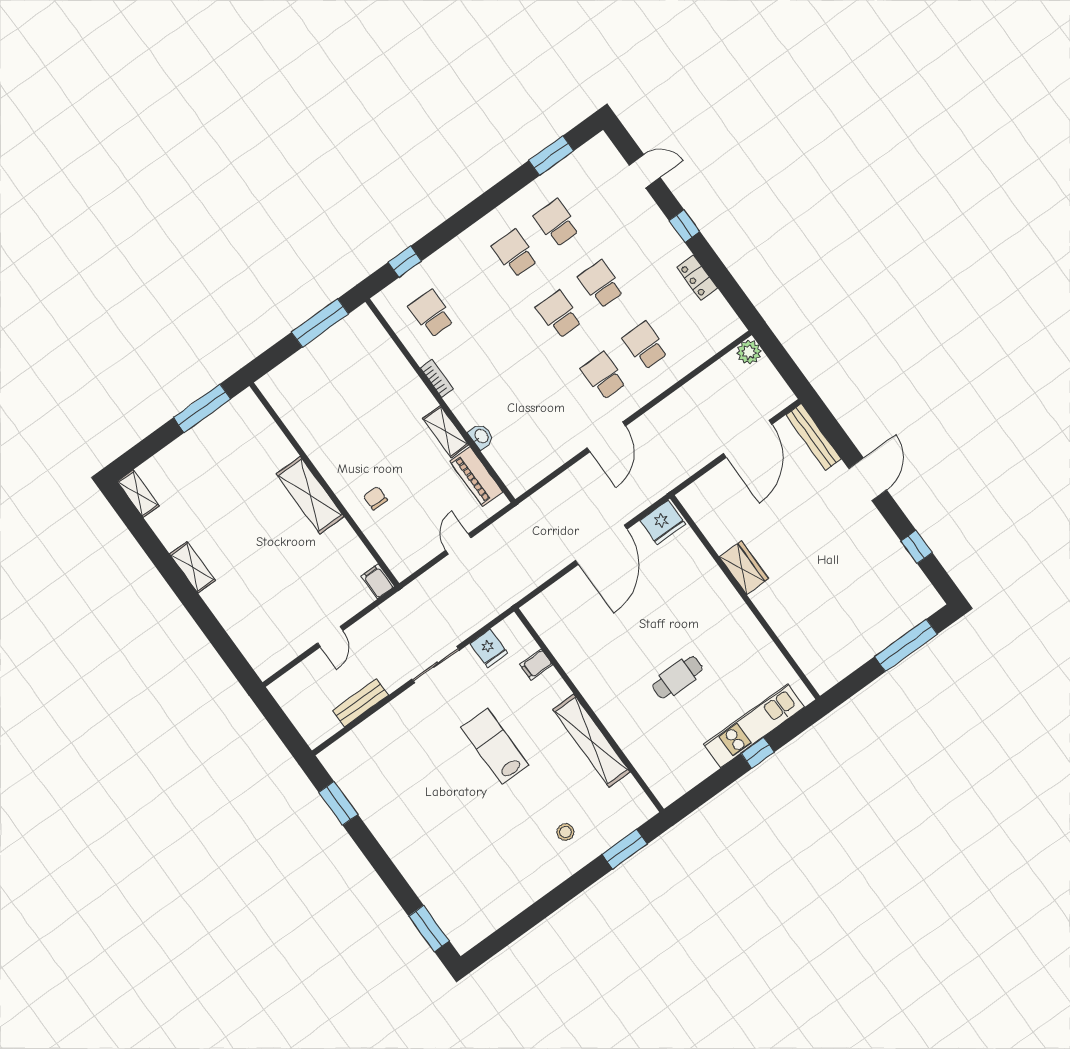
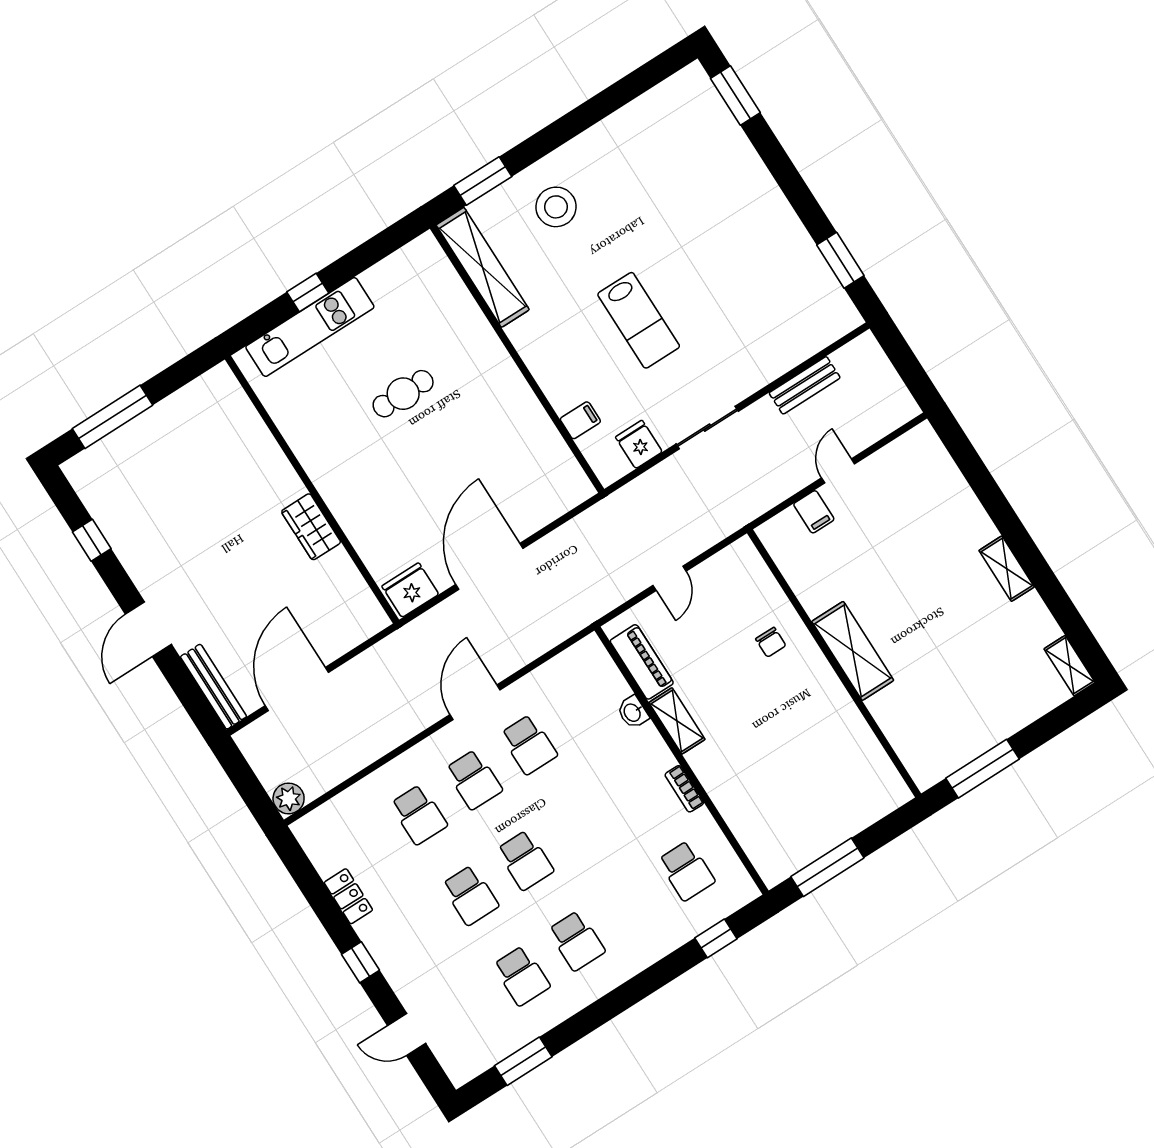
school desk: (562, 406) -> (529, 745), added
filing cabinet: (378, 581) -> (814, 512), moved
shelving: (591, 741) -> (483, 267), moved
stool: (565, 832) -> (556, 207), width x1.89, depth x1.89

